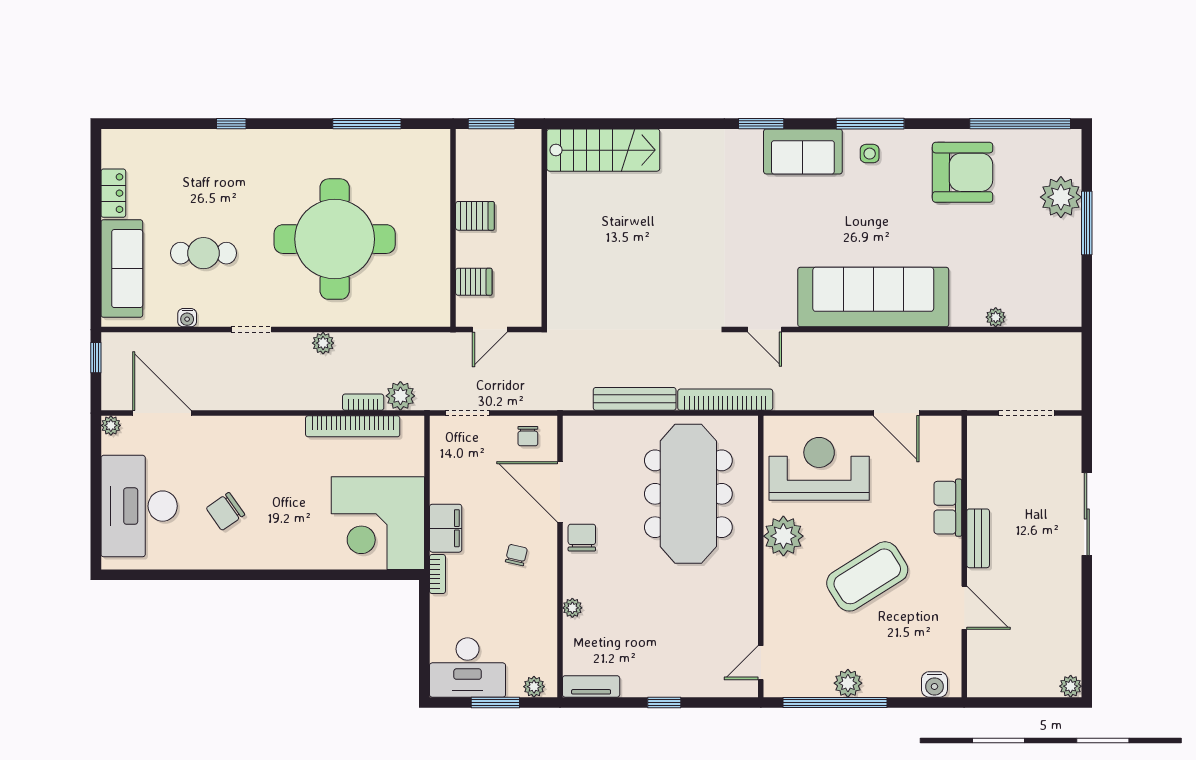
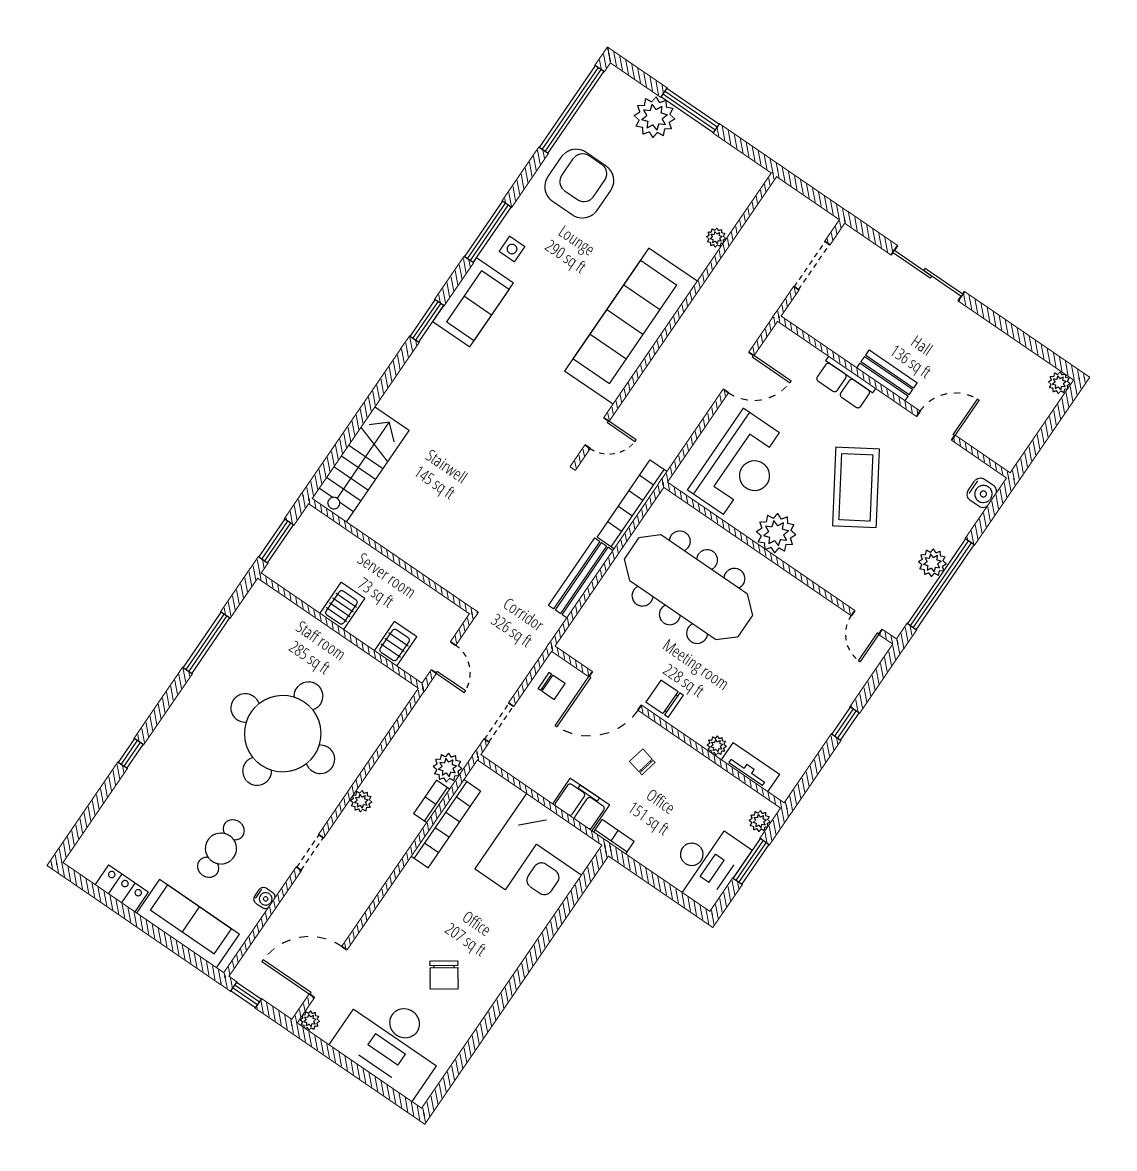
reception desk: (819, 469) -> (741, 466), turned 180
tv unit: (591, 686) -> (750, 767), moved, turned 90

